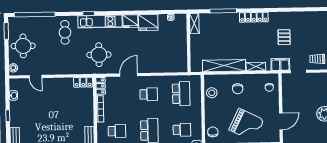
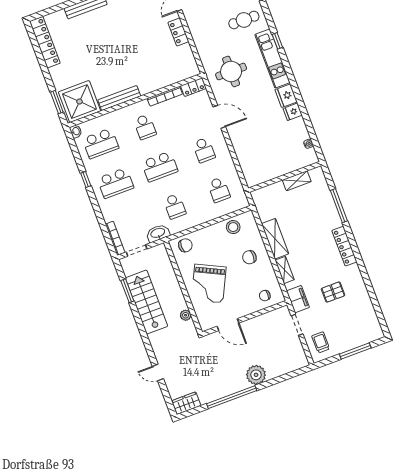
fridge: (148, 23) -> (293, 112), width x0.53, depth x0.75
shelving: (194, 24) -> (297, 181), moved
shelving: (224, 66) -> (275, 239), width x0.68
locker: (83, 82) -> (178, 32), moved
school desk: (181, 94) -> (219, 190), width x0.54

